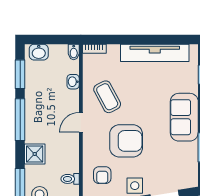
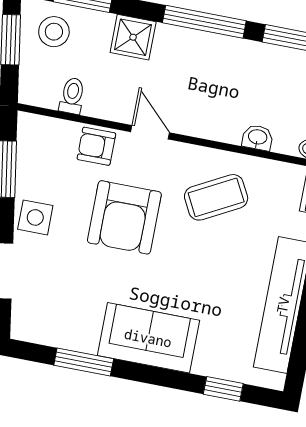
door: (81, 122) -> (150, 132), moved
armchair: (102, 175) -> (96, 146), moved

